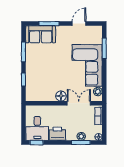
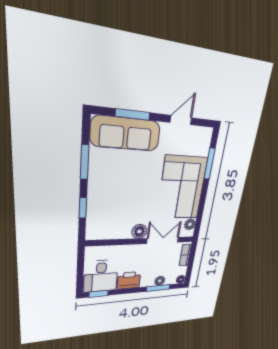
sofa: (41, 34) -> (126, 134), width x1.36

